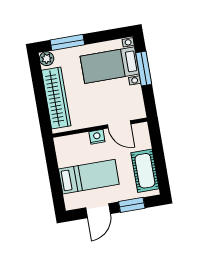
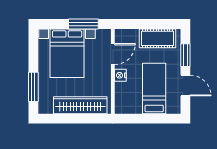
plant: (47, 59) -> (44, 108), removed
bed with nightstands: (110, 65) -> (67, 53), width x1.36
window: (144, 68) -> (83, 24), moved

